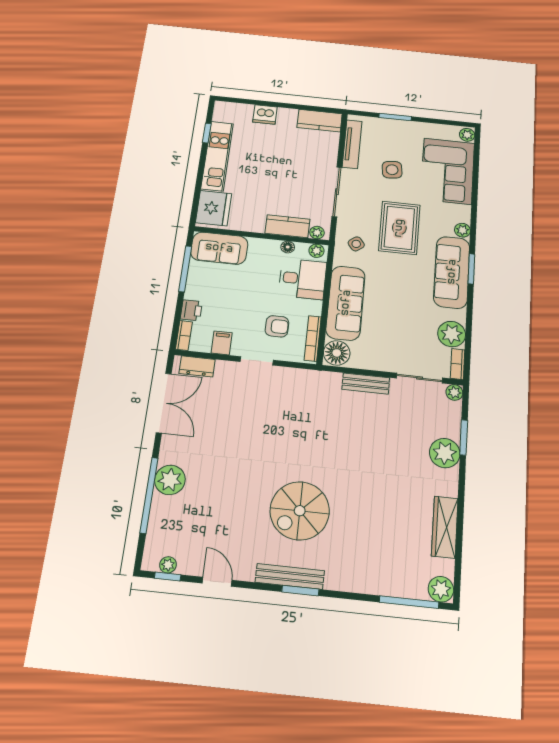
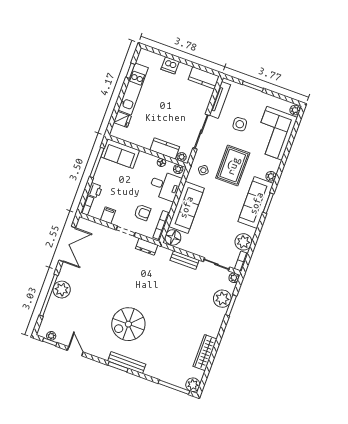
fridge: (214, 208) -> (122, 119), width x0.53, depth x0.75
dresser: (197, 366) -> (147, 247), moved
plant: (445, 453) -> (222, 299), moved
bench: (290, 576) -> (127, 363), moved

